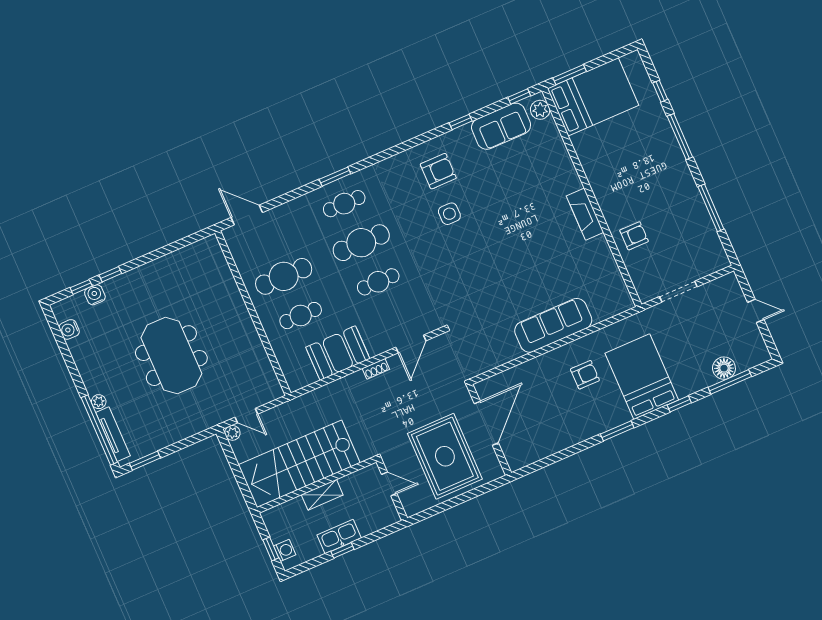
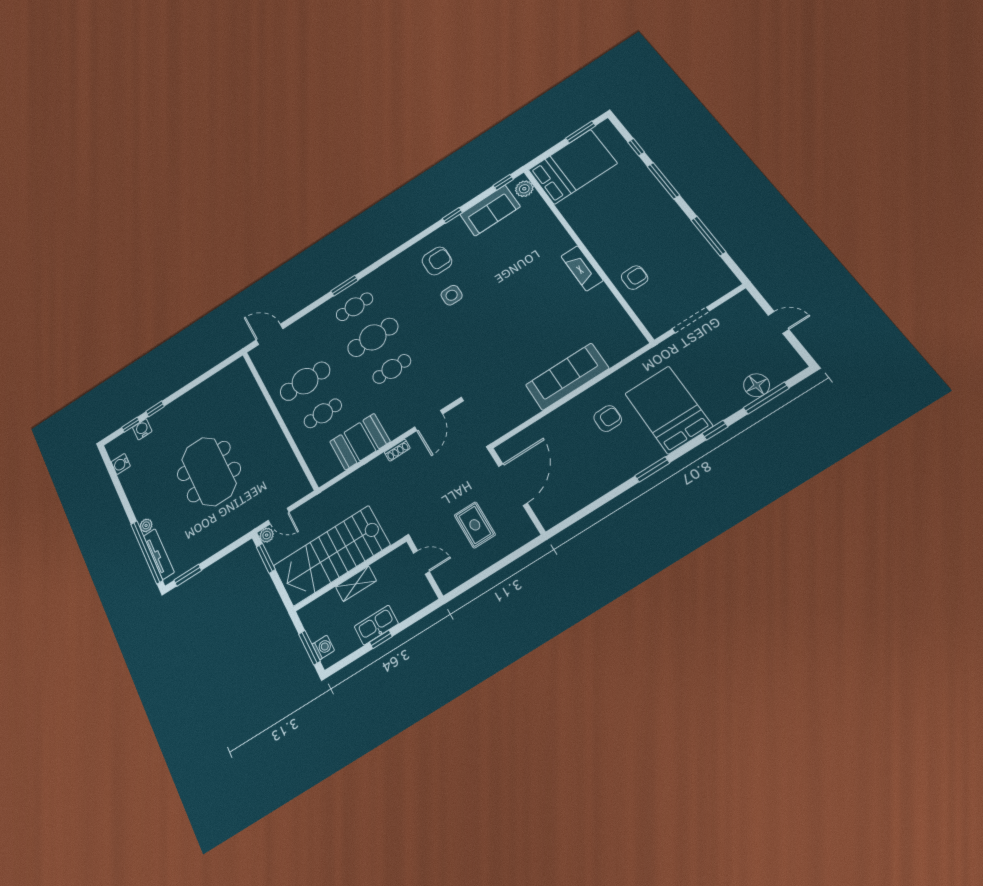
window: (570, 75) -> (581, 132), moved
window: (230, 456) -> (266, 558), added
rug: (445, 456) -> (475, 525), width x0.54, depth x0.49
window: (271, 549) -> (309, 648), width x1.50

